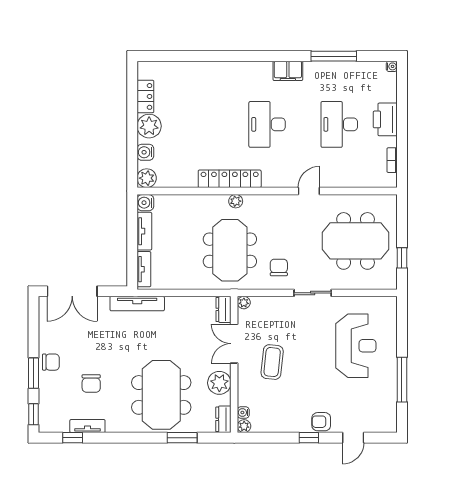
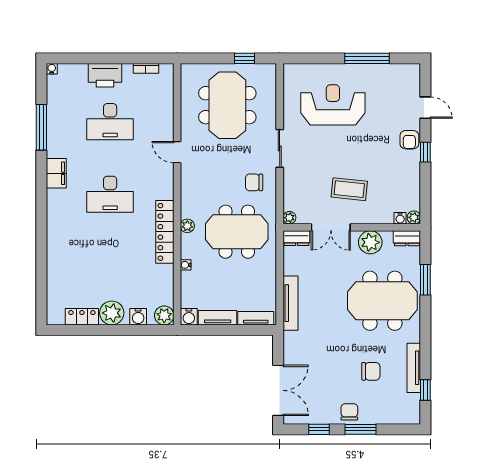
water cooler: (197, 200) -> (186, 265), added
tv unit: (137, 304) -> (290, 303), moved
window: (34, 414) -> (319, 429), moved
tv unit: (87, 426) -> (414, 368), width x1.41

